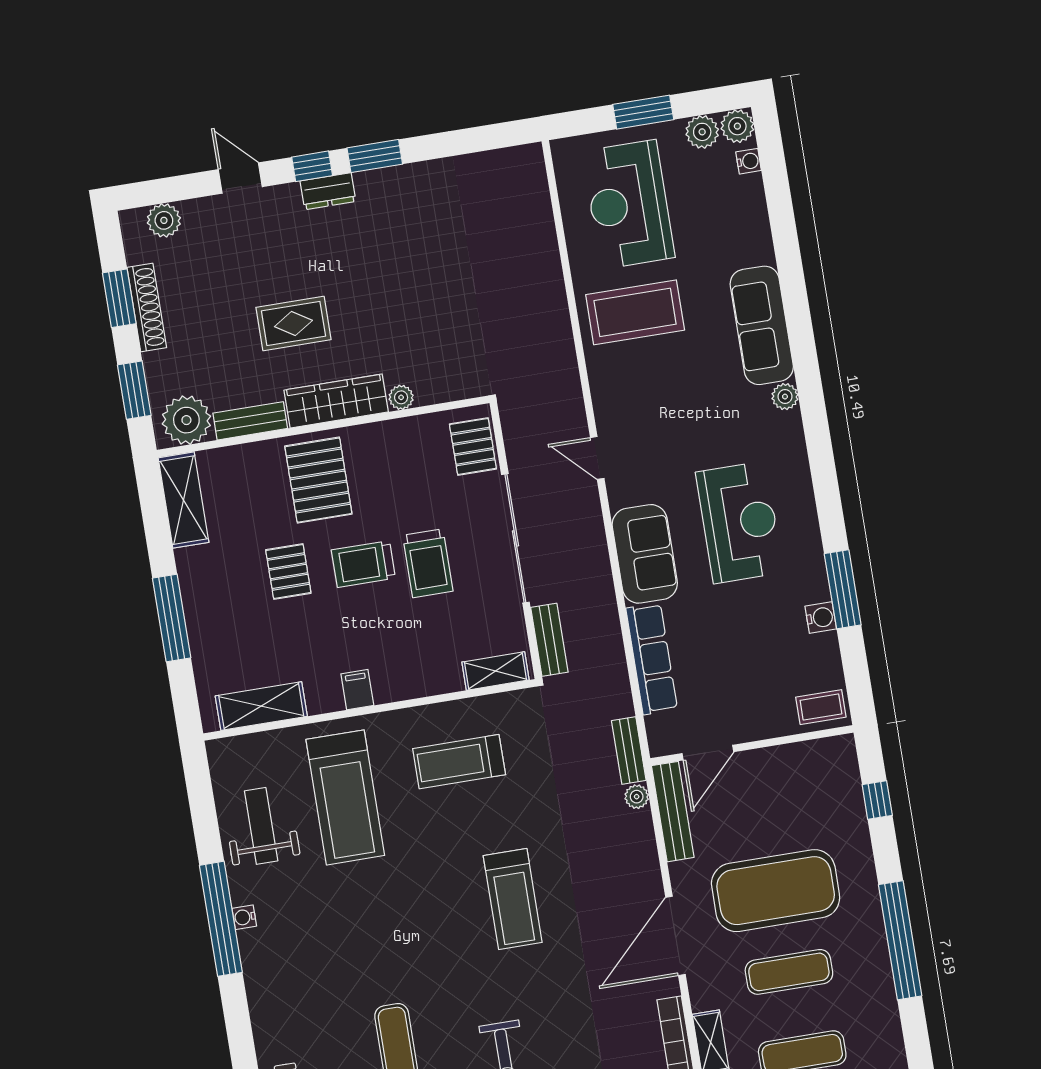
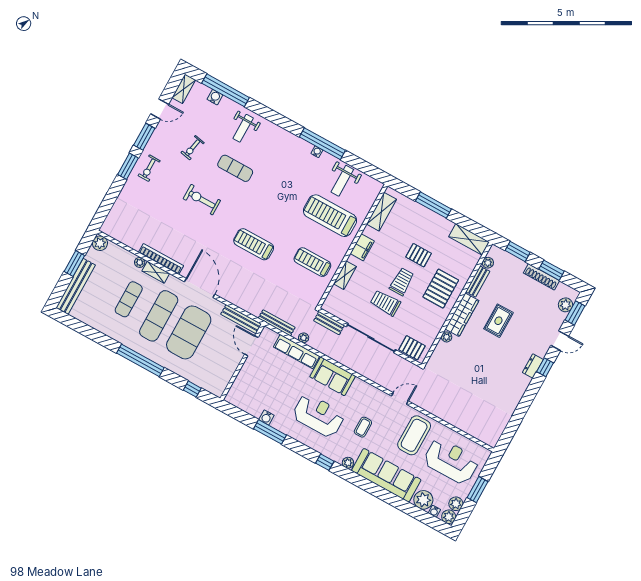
window: (375, 156) -> (575, 313), moved
plant: (743, 199) -> (423, 500), added
sofa: (762, 325) -> (386, 475), width x1.36, depth x1.27
plant: (186, 420) -> (488, 263), width x0.53, depth x0.53
window: (818, 441) -> (325, 462), added
door: (597, 458) -> (400, 398), moved
pallet: (318, 480) -> (441, 289), turned 90
reception desk: (739, 522) -> (319, 415), turned 180
shelving: (496, 671) -> (345, 275), moved
filing cabinet: (357, 690) -> (362, 247), width x2.00
coffee table: (821, 707) -> (363, 427), moved
bench: (629, 750) -> (277, 323), width x1.36
treadmill: (459, 762) -> (312, 262), turned -90
plant: (637, 797) -> (304, 338), moved
weight bench: (261, 826) -> (342, 181), turned 90
exercise mat: (789, 972) -> (159, 316), width x1.36, depth x1.45

